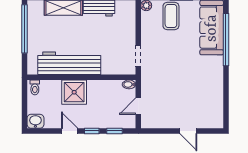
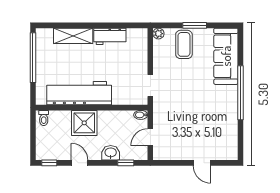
window: (226, 40) -> (241, 93), moved
washbasin: (35, 121) -> (111, 153), moved
window: (92, 131) -> (49, 163), moved

